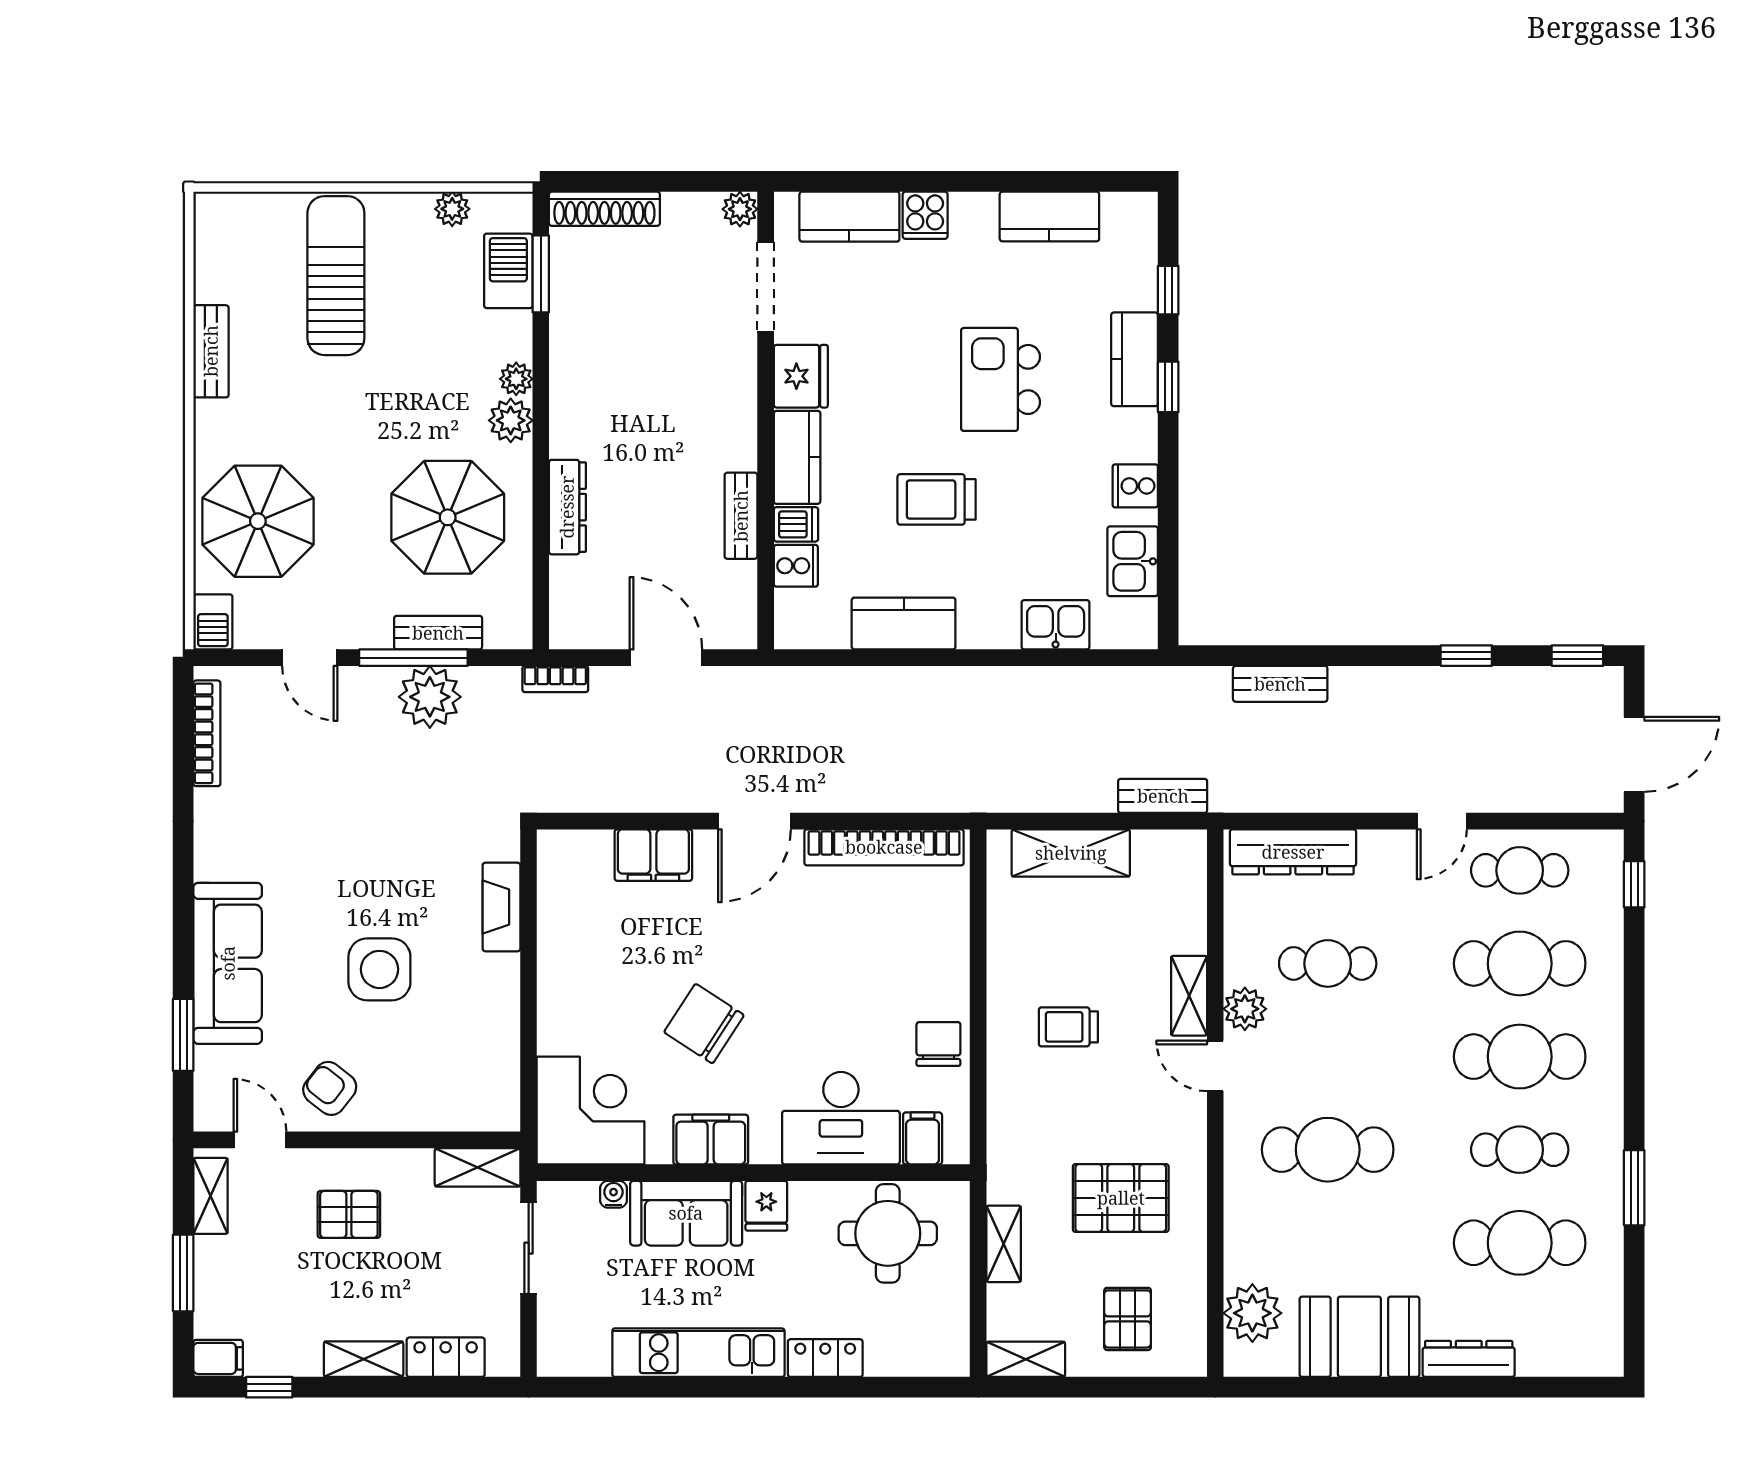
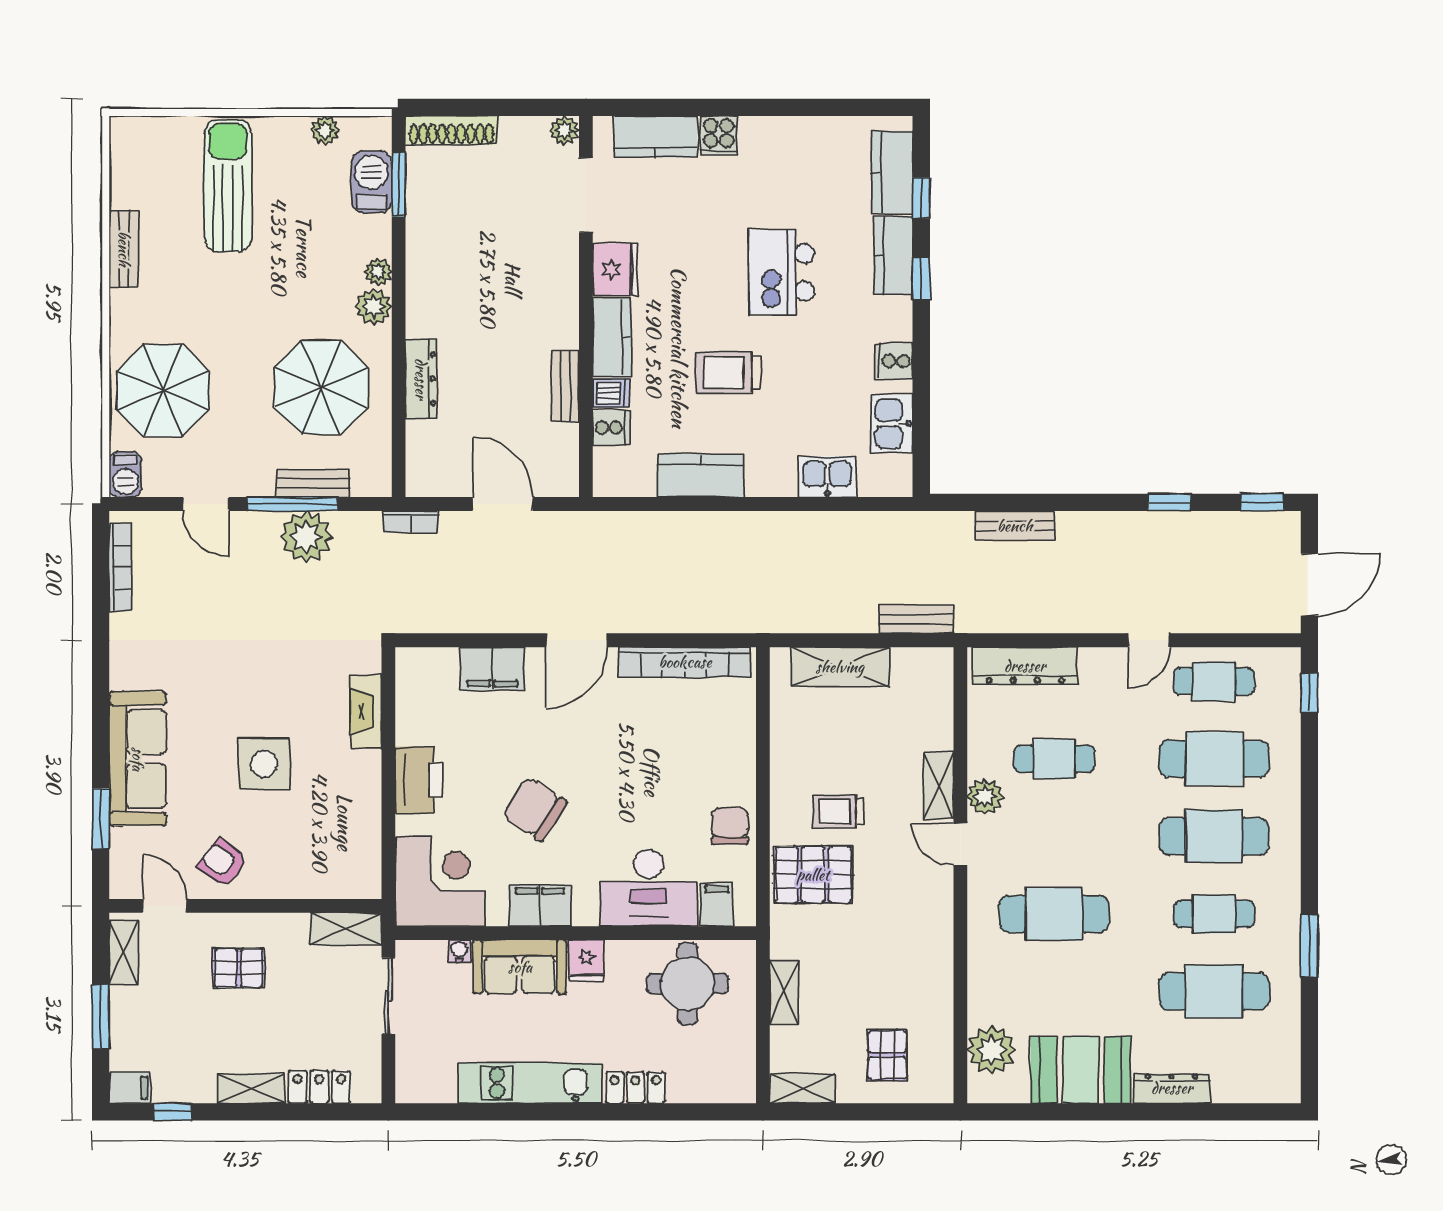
kitchen counter: (1049, 216) -> (892, 172), moved, turned 90
printer: (565, 989) -> (419, 780), added
pallet: (1121, 1198) -> (813, 875), moved

